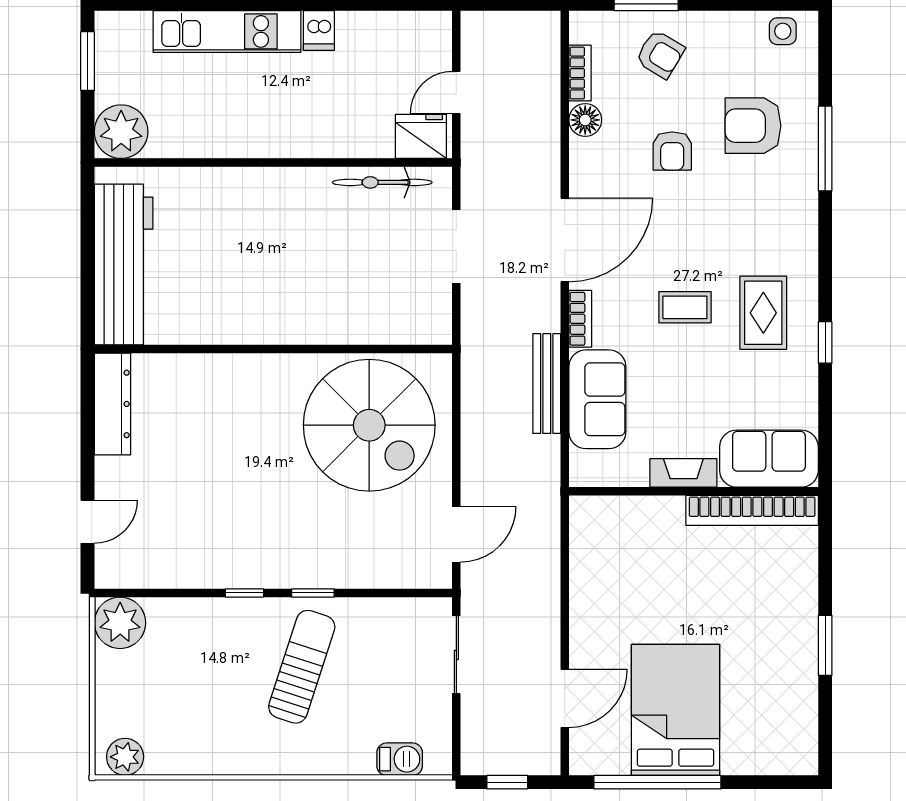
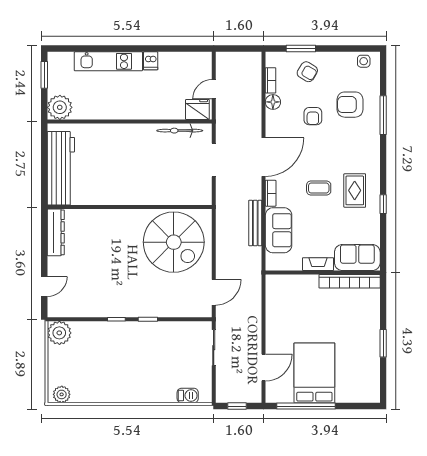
sun lounger: (302, 667) -> (143, 353), removed

